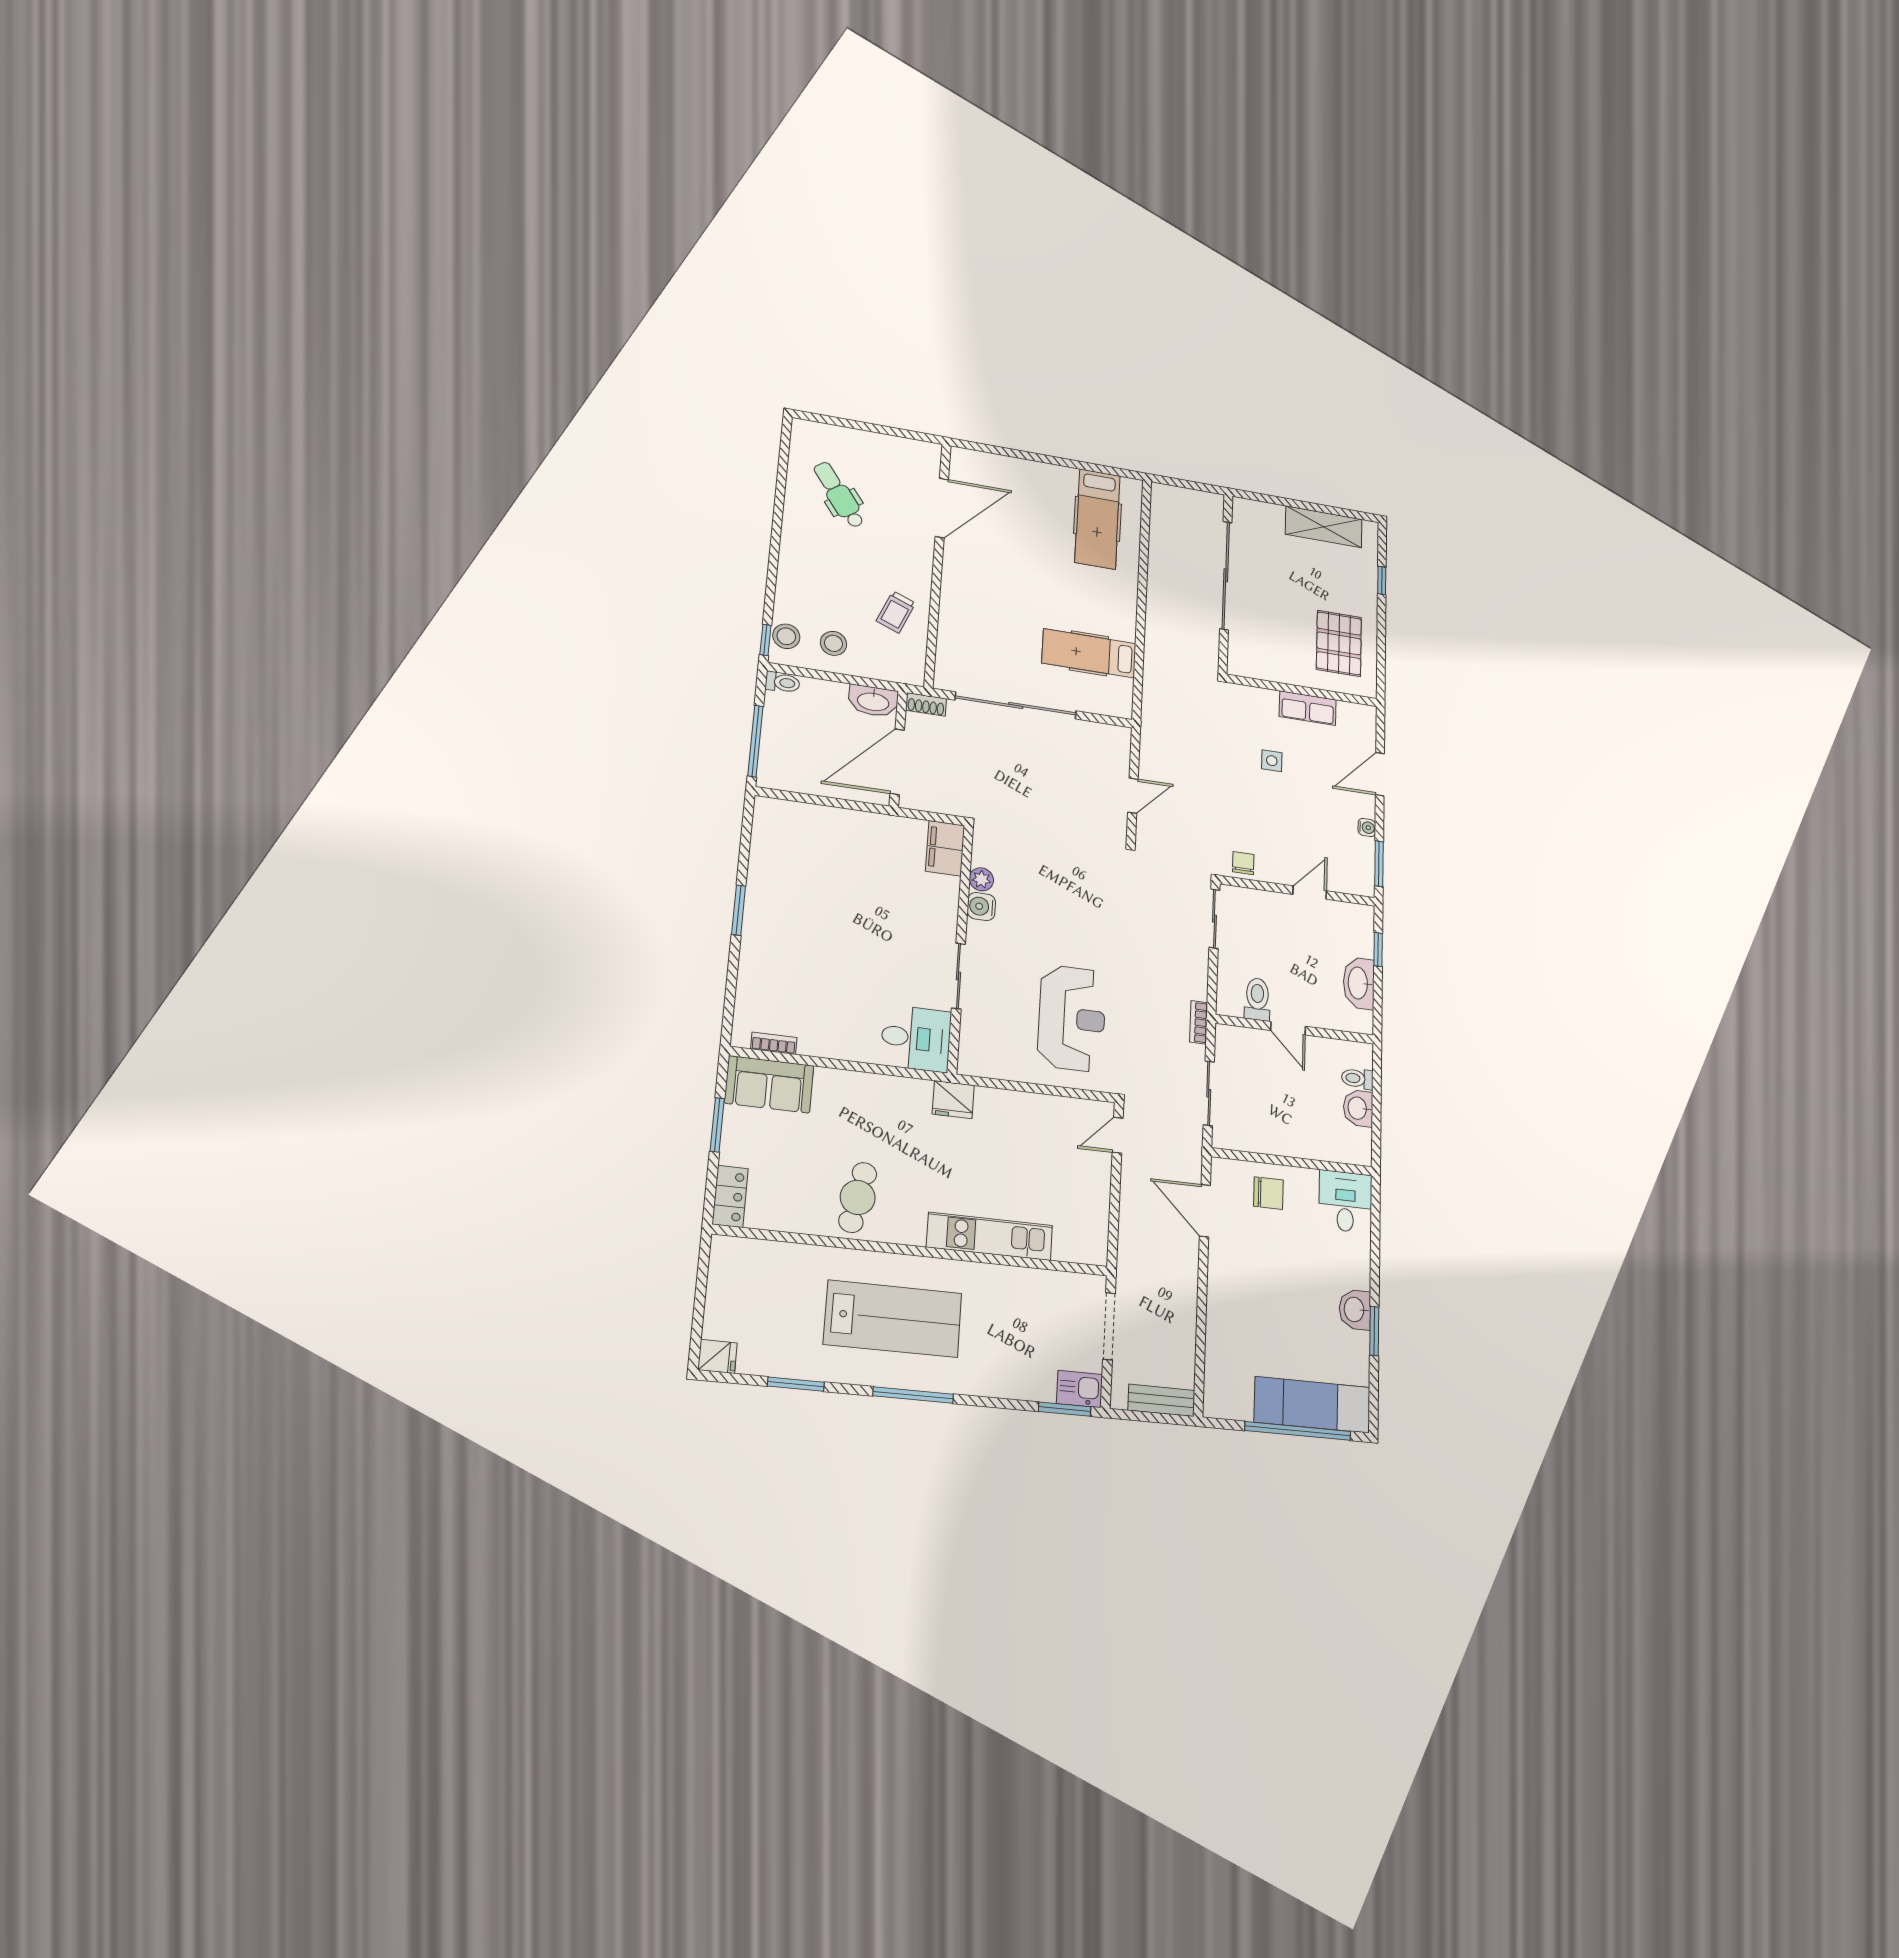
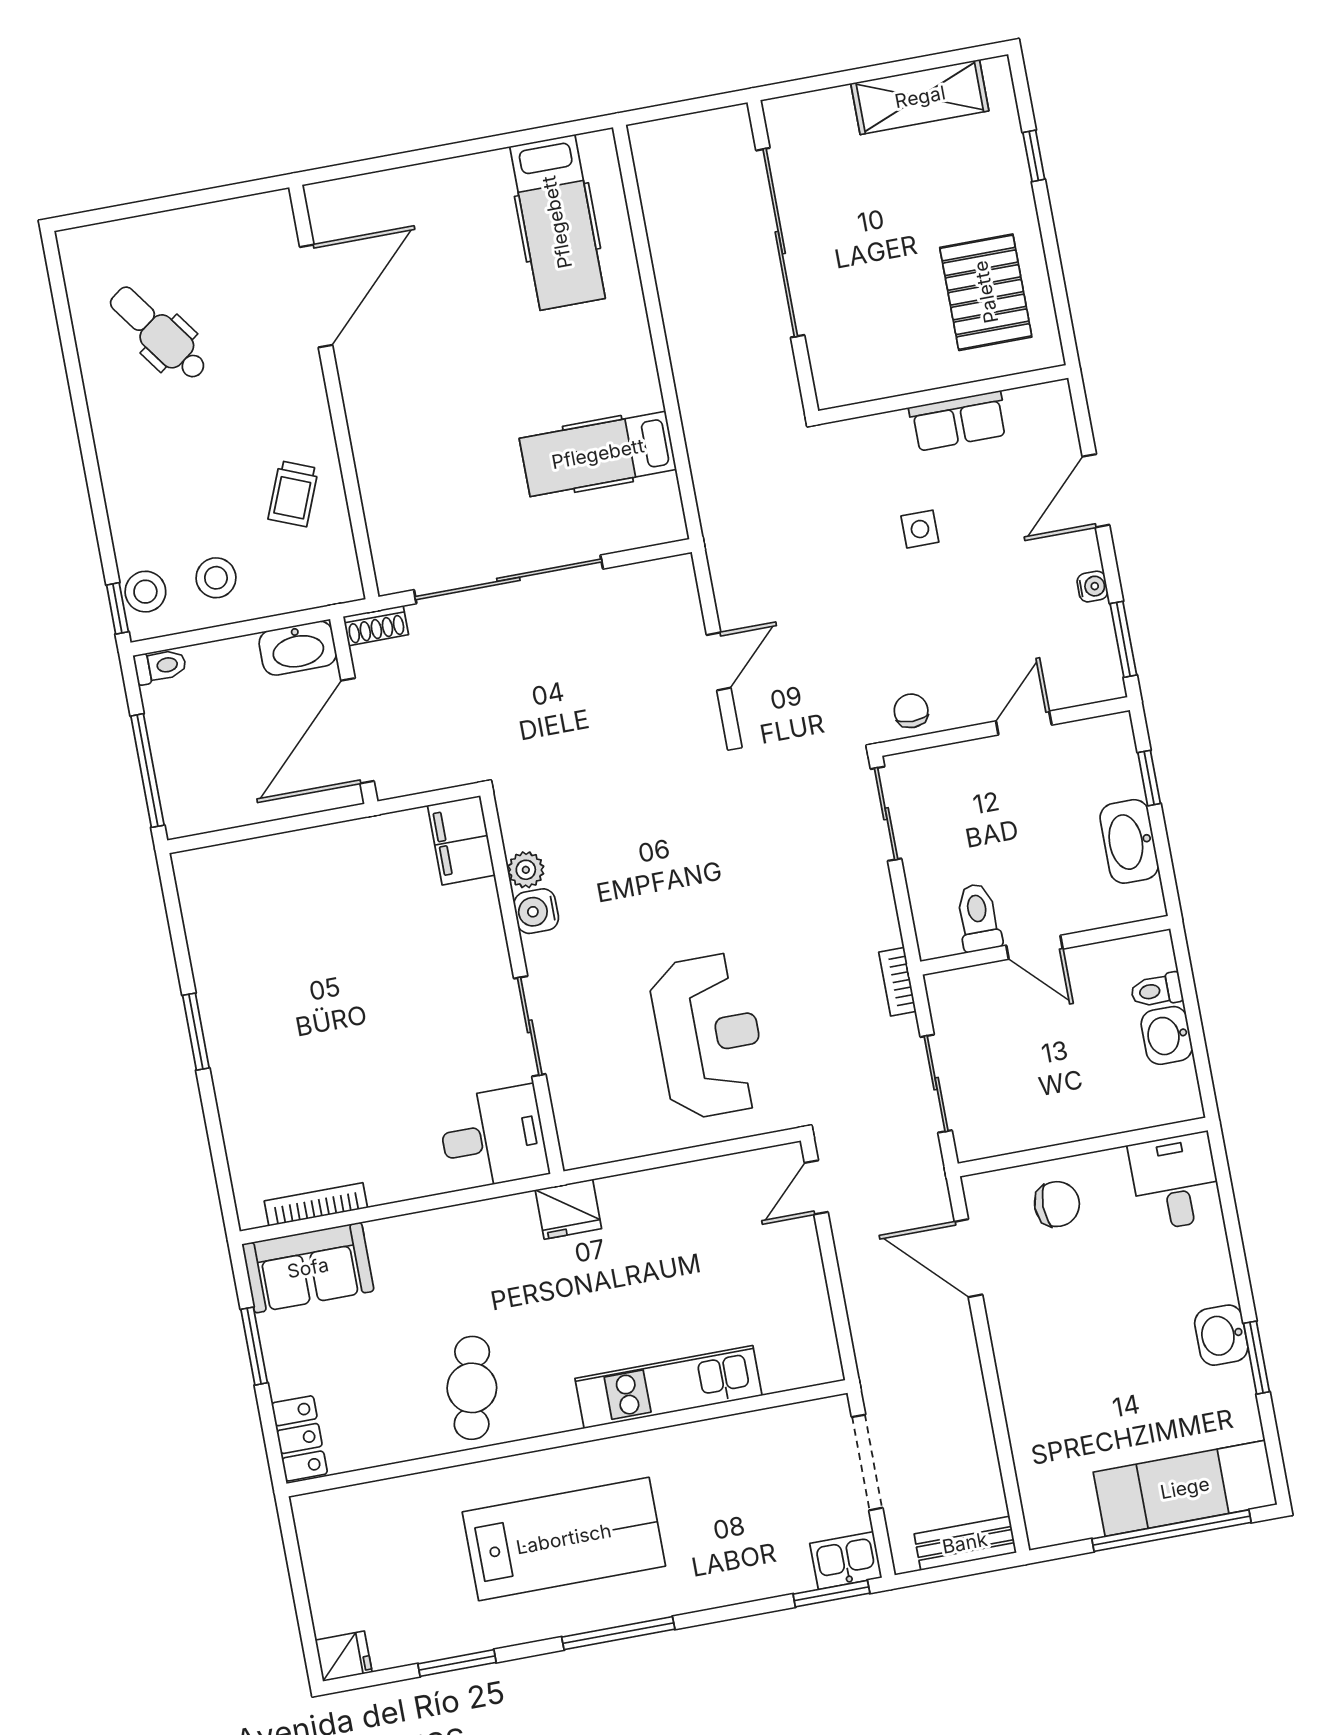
bookcase: (774, 1043) -> (316, 1204), width x1.56

